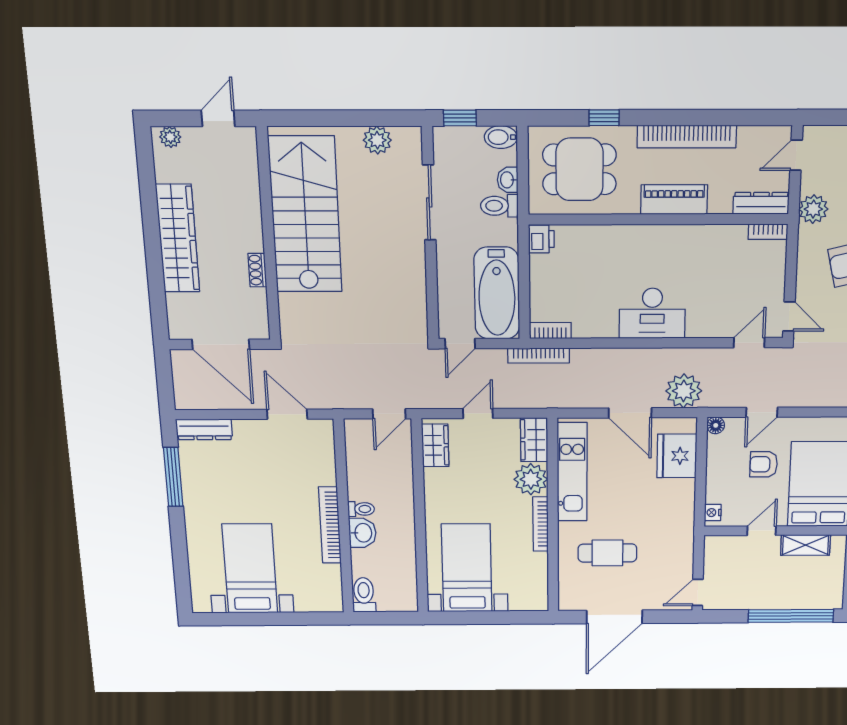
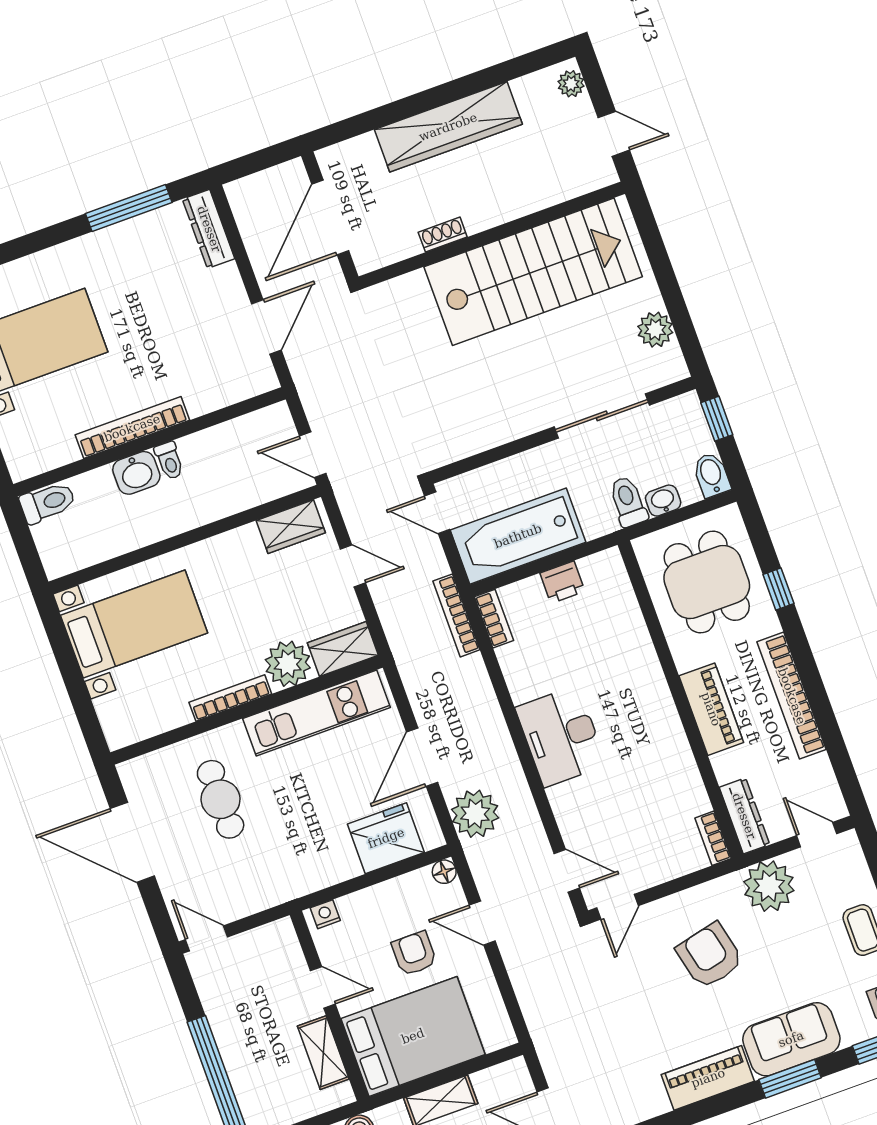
plant: (813, 209) -> (769, 886), width x1.36, depth x1.36
printer: (541, 239) -> (562, 582), moved

